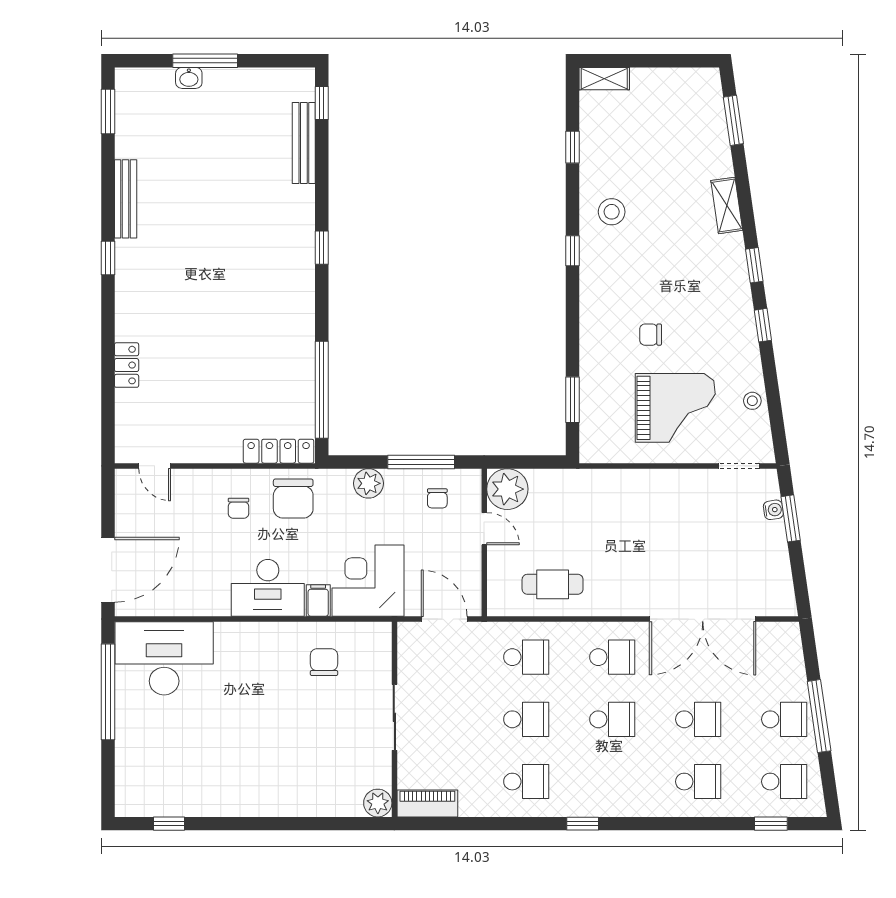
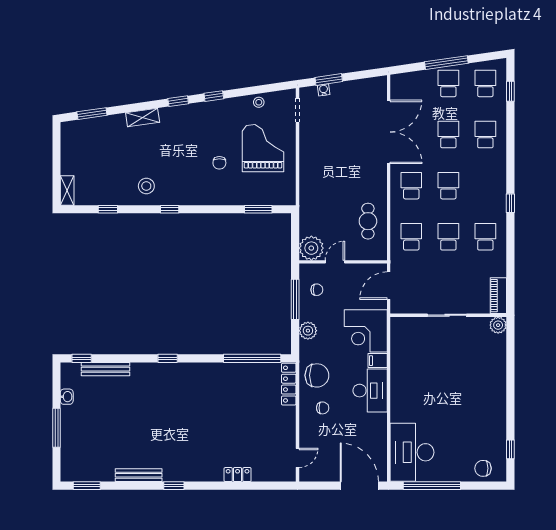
washbasin: (189, 78) -> (67, 397), moved
chair: (324, 662) -> (483, 468), moved

